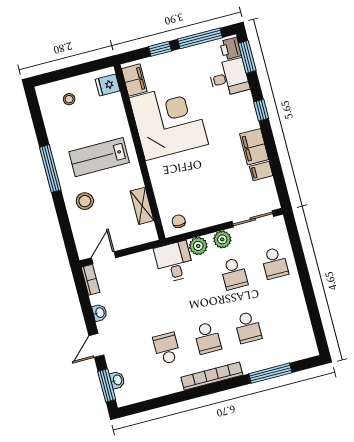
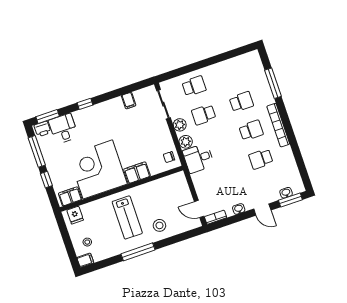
filing cabinet: (44, 95) -> (85, 260), added
filing cabinet: (254, 147) -> (137, 173), moved, turned 180
shelving: (142, 206) -> (160, 184), removed
school desk: (234, 274) -> (204, 115), turned 180

